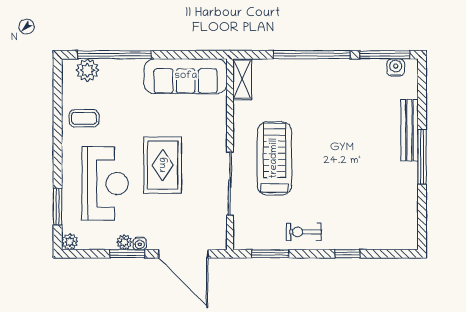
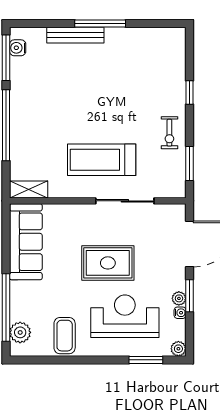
coffee table: (84, 118) -> (65, 336), width x1.36, depth x1.30
water cooler: (140, 243) -> (180, 313), moved

